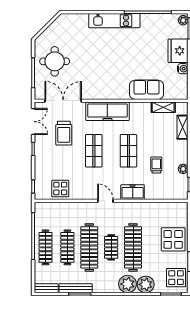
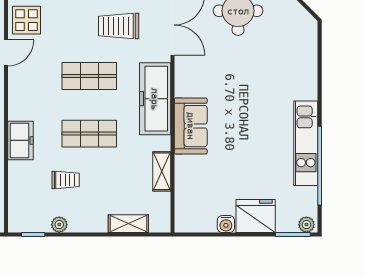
kitchen unit: (114, 21) -> (306, 143), moved
sofa: (147, 90) -> (191, 126), moved
shelving: (163, 107) -> (162, 171), moved
door: (105, 201) -> (6, 53), moved

